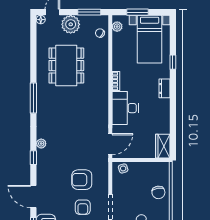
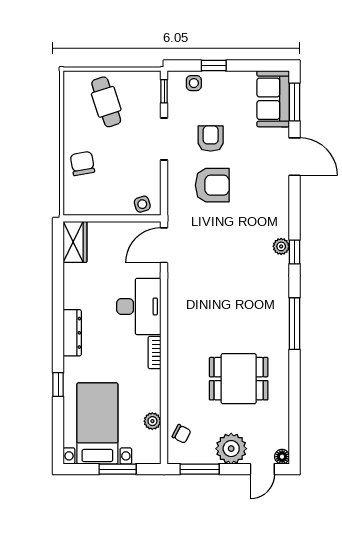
plant: (117, 27) -> (152, 421), moved
dining table: (66, 66) -> (239, 379), width x0.73
dresser: (164, 88) -> (72, 333), width x1.44
window: (33, 158) -> (294, 252), moved

